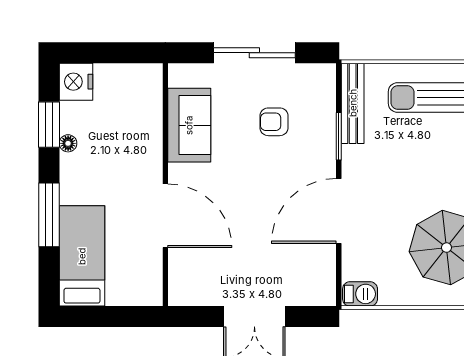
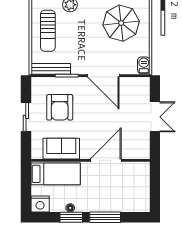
sliding door: (254, 53) -> (26, 117), width x0.73
armchair: (274, 122) -> (60, 107), width x1.88, depth x1.88
window: (49, 125) -> (71, 217), moved
bed: (82, 256) -> (56, 174), moved, turned 180

